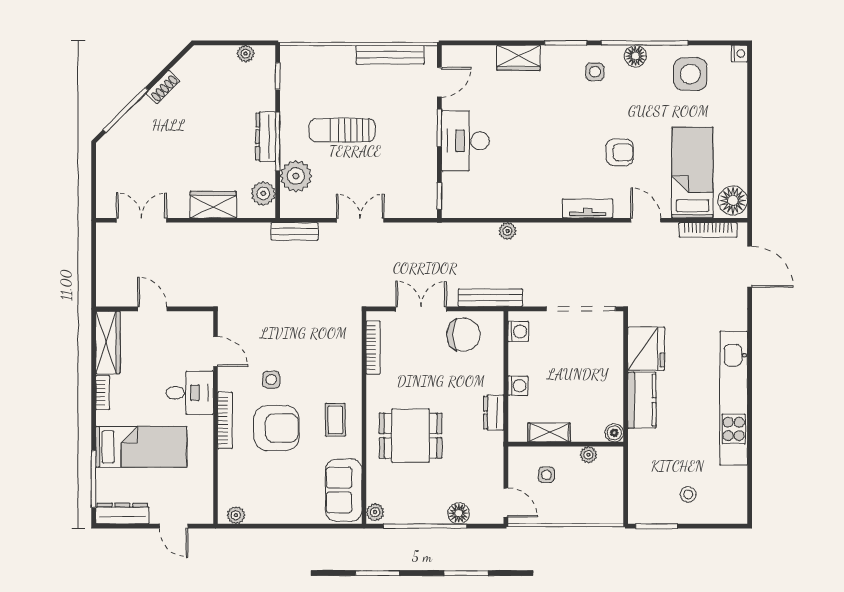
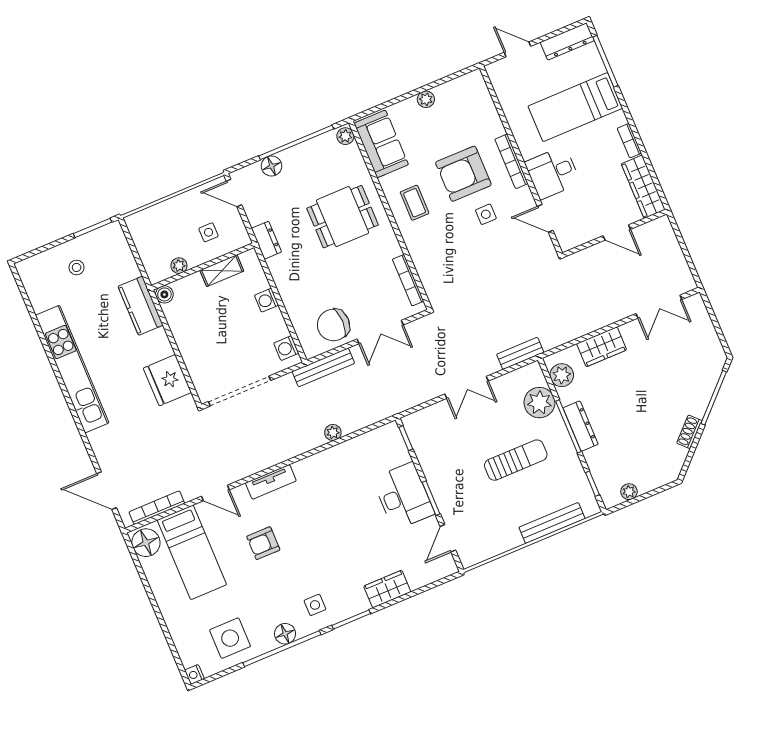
bench: (390, 55) -> (552, 523), moved
kitchen counter: (642, 400) -> (141, 306), moved
dresser: (494, 413) -> (266, 240), moved
plant: (236, 515) -> (426, 99), moved

